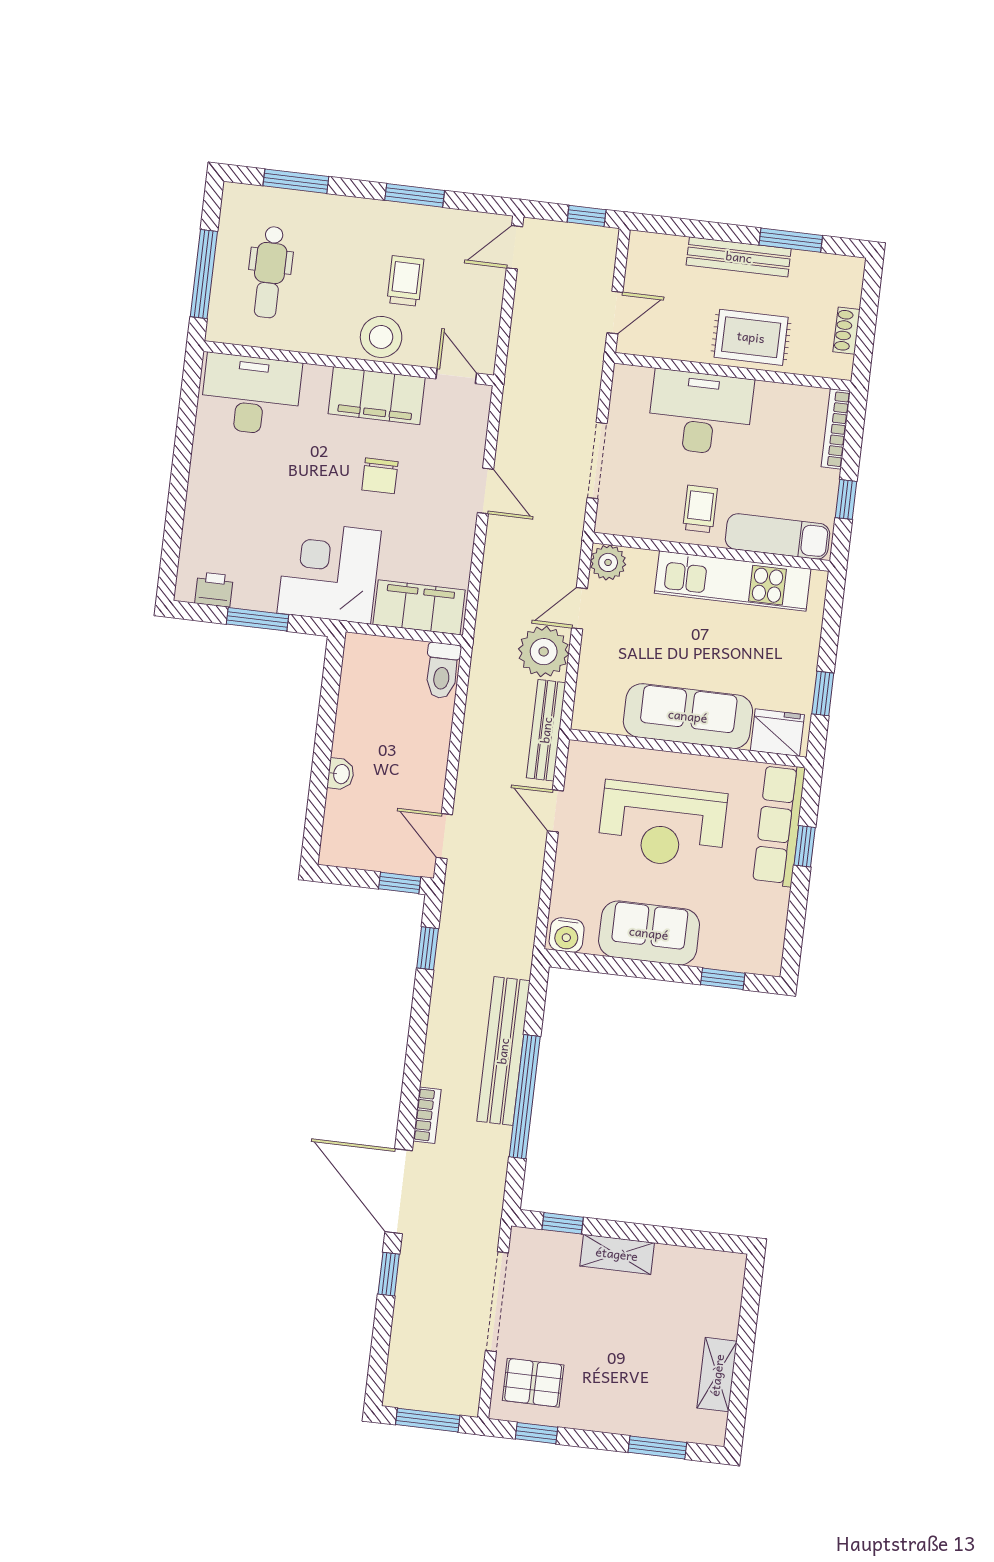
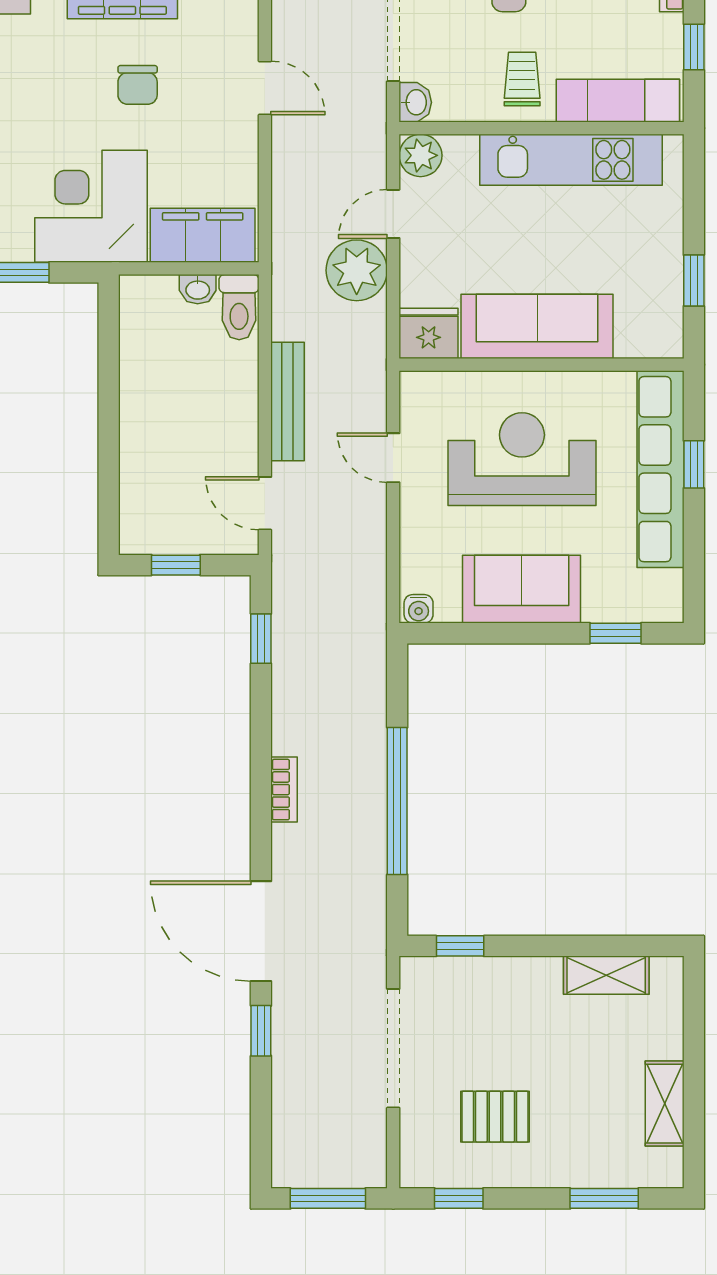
washbasin: (609, 518) -> (415, 102), added
bench: (546, 730) -> (288, 401), moved
fridge: (777, 733) -> (429, 333), moved
washbasin: (341, 774) -> (198, 289), moved, turned 90
reception desk: (662, 825) -> (522, 459), turned 180
row of seats: (779, 825) -> (660, 469), width x1.36
window: (400, 883) -> (176, 565), moved
water cooler: (567, 935) -> (419, 609), width x0.72, depth x0.72
bench: (503, 1051) -> (365, 750), removed
bookcase: (427, 1115) -> (284, 790), moved
shelving: (617, 1254) -> (606, 975), moved
pallet: (533, 1383) -> (495, 1117), moved

